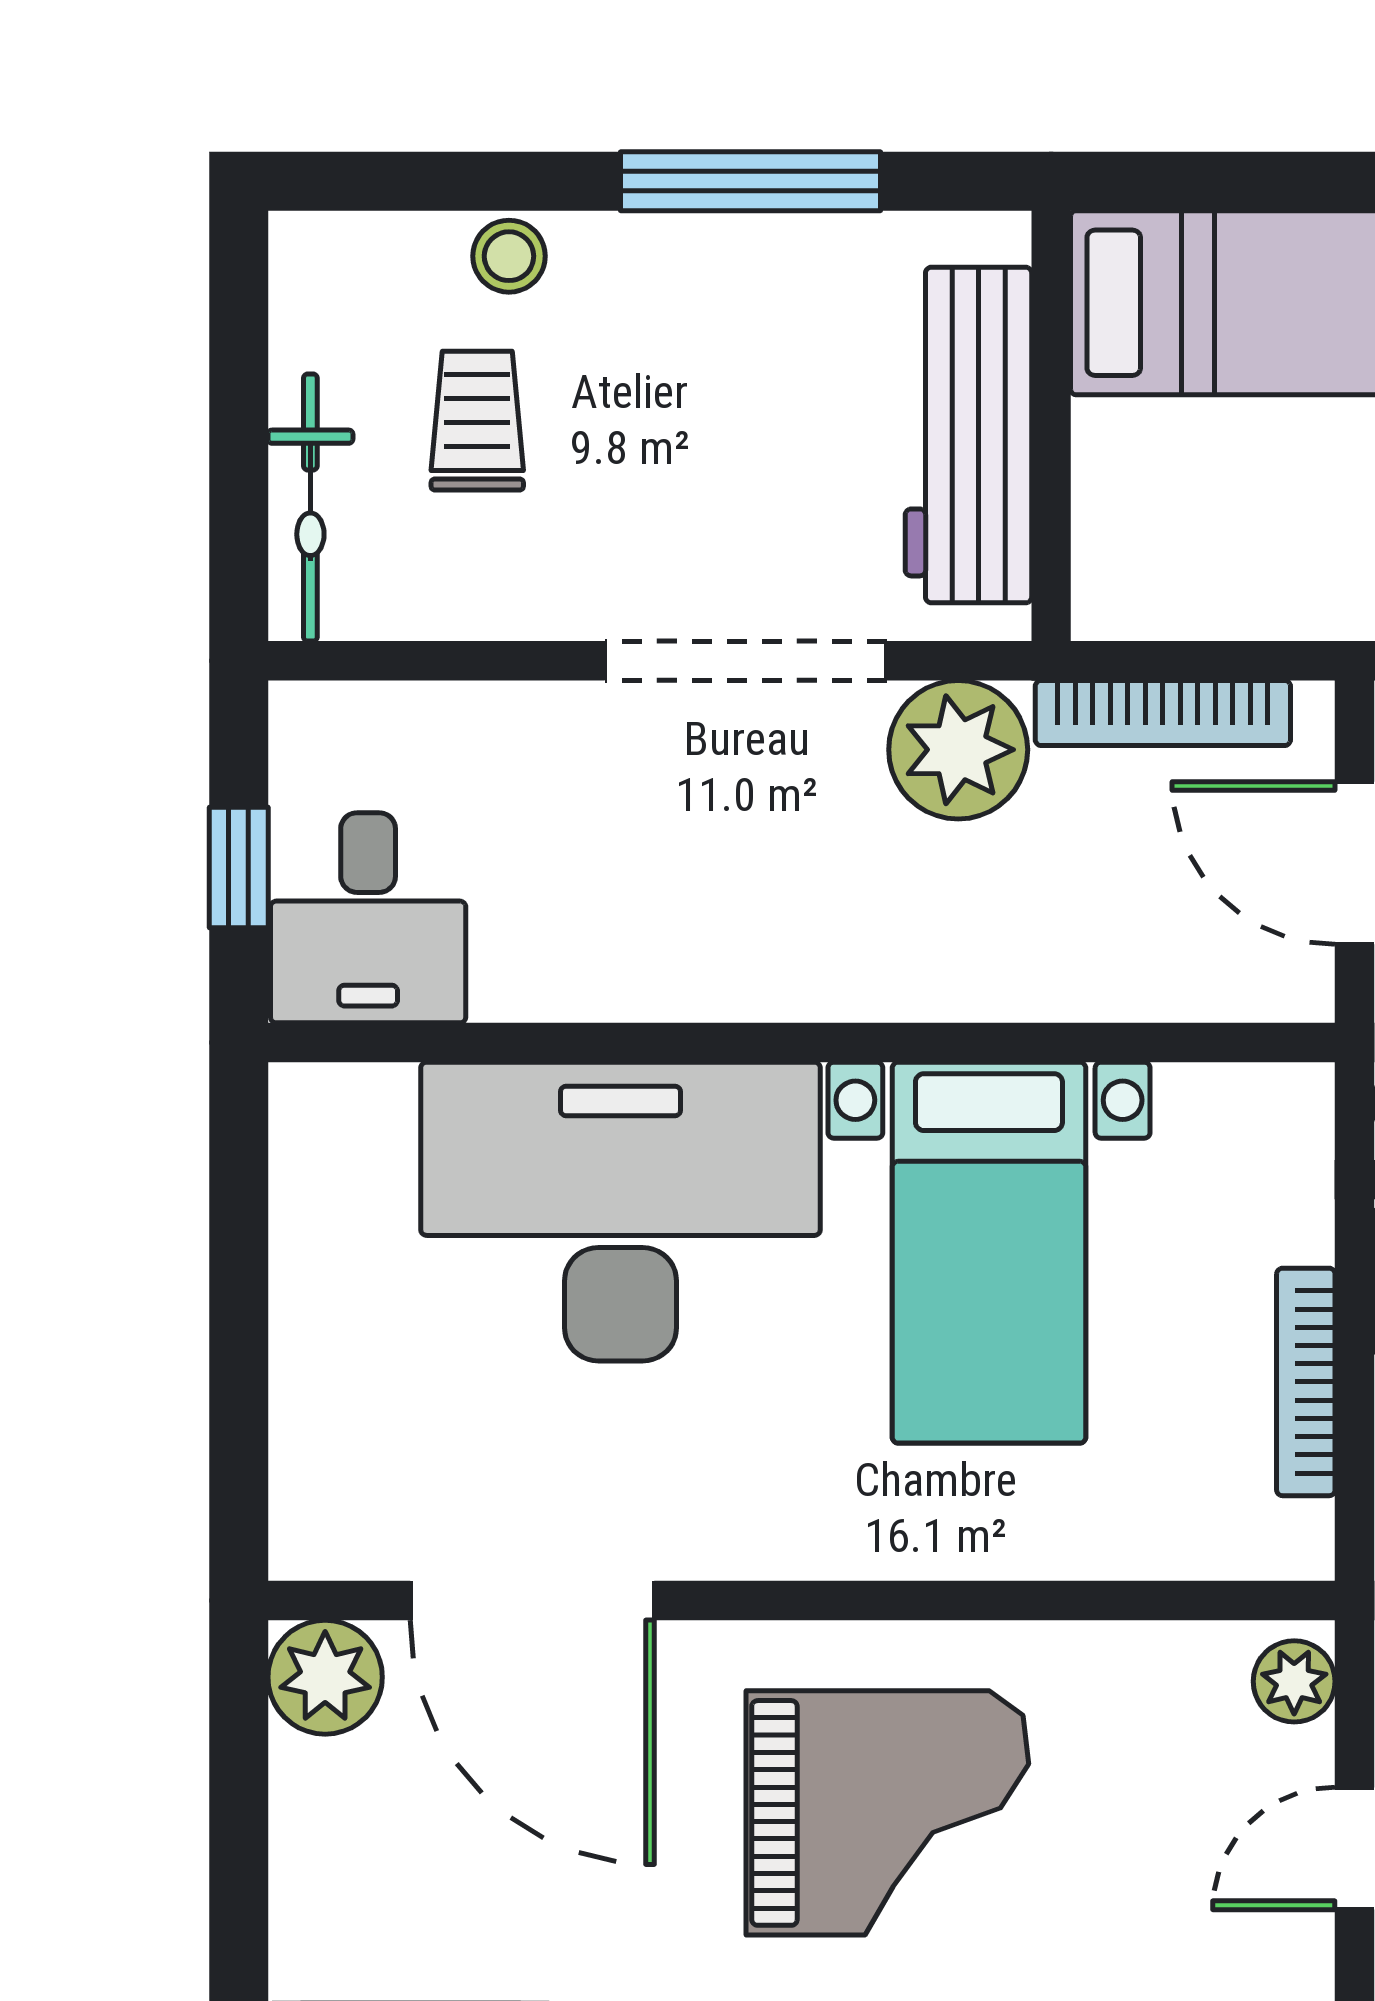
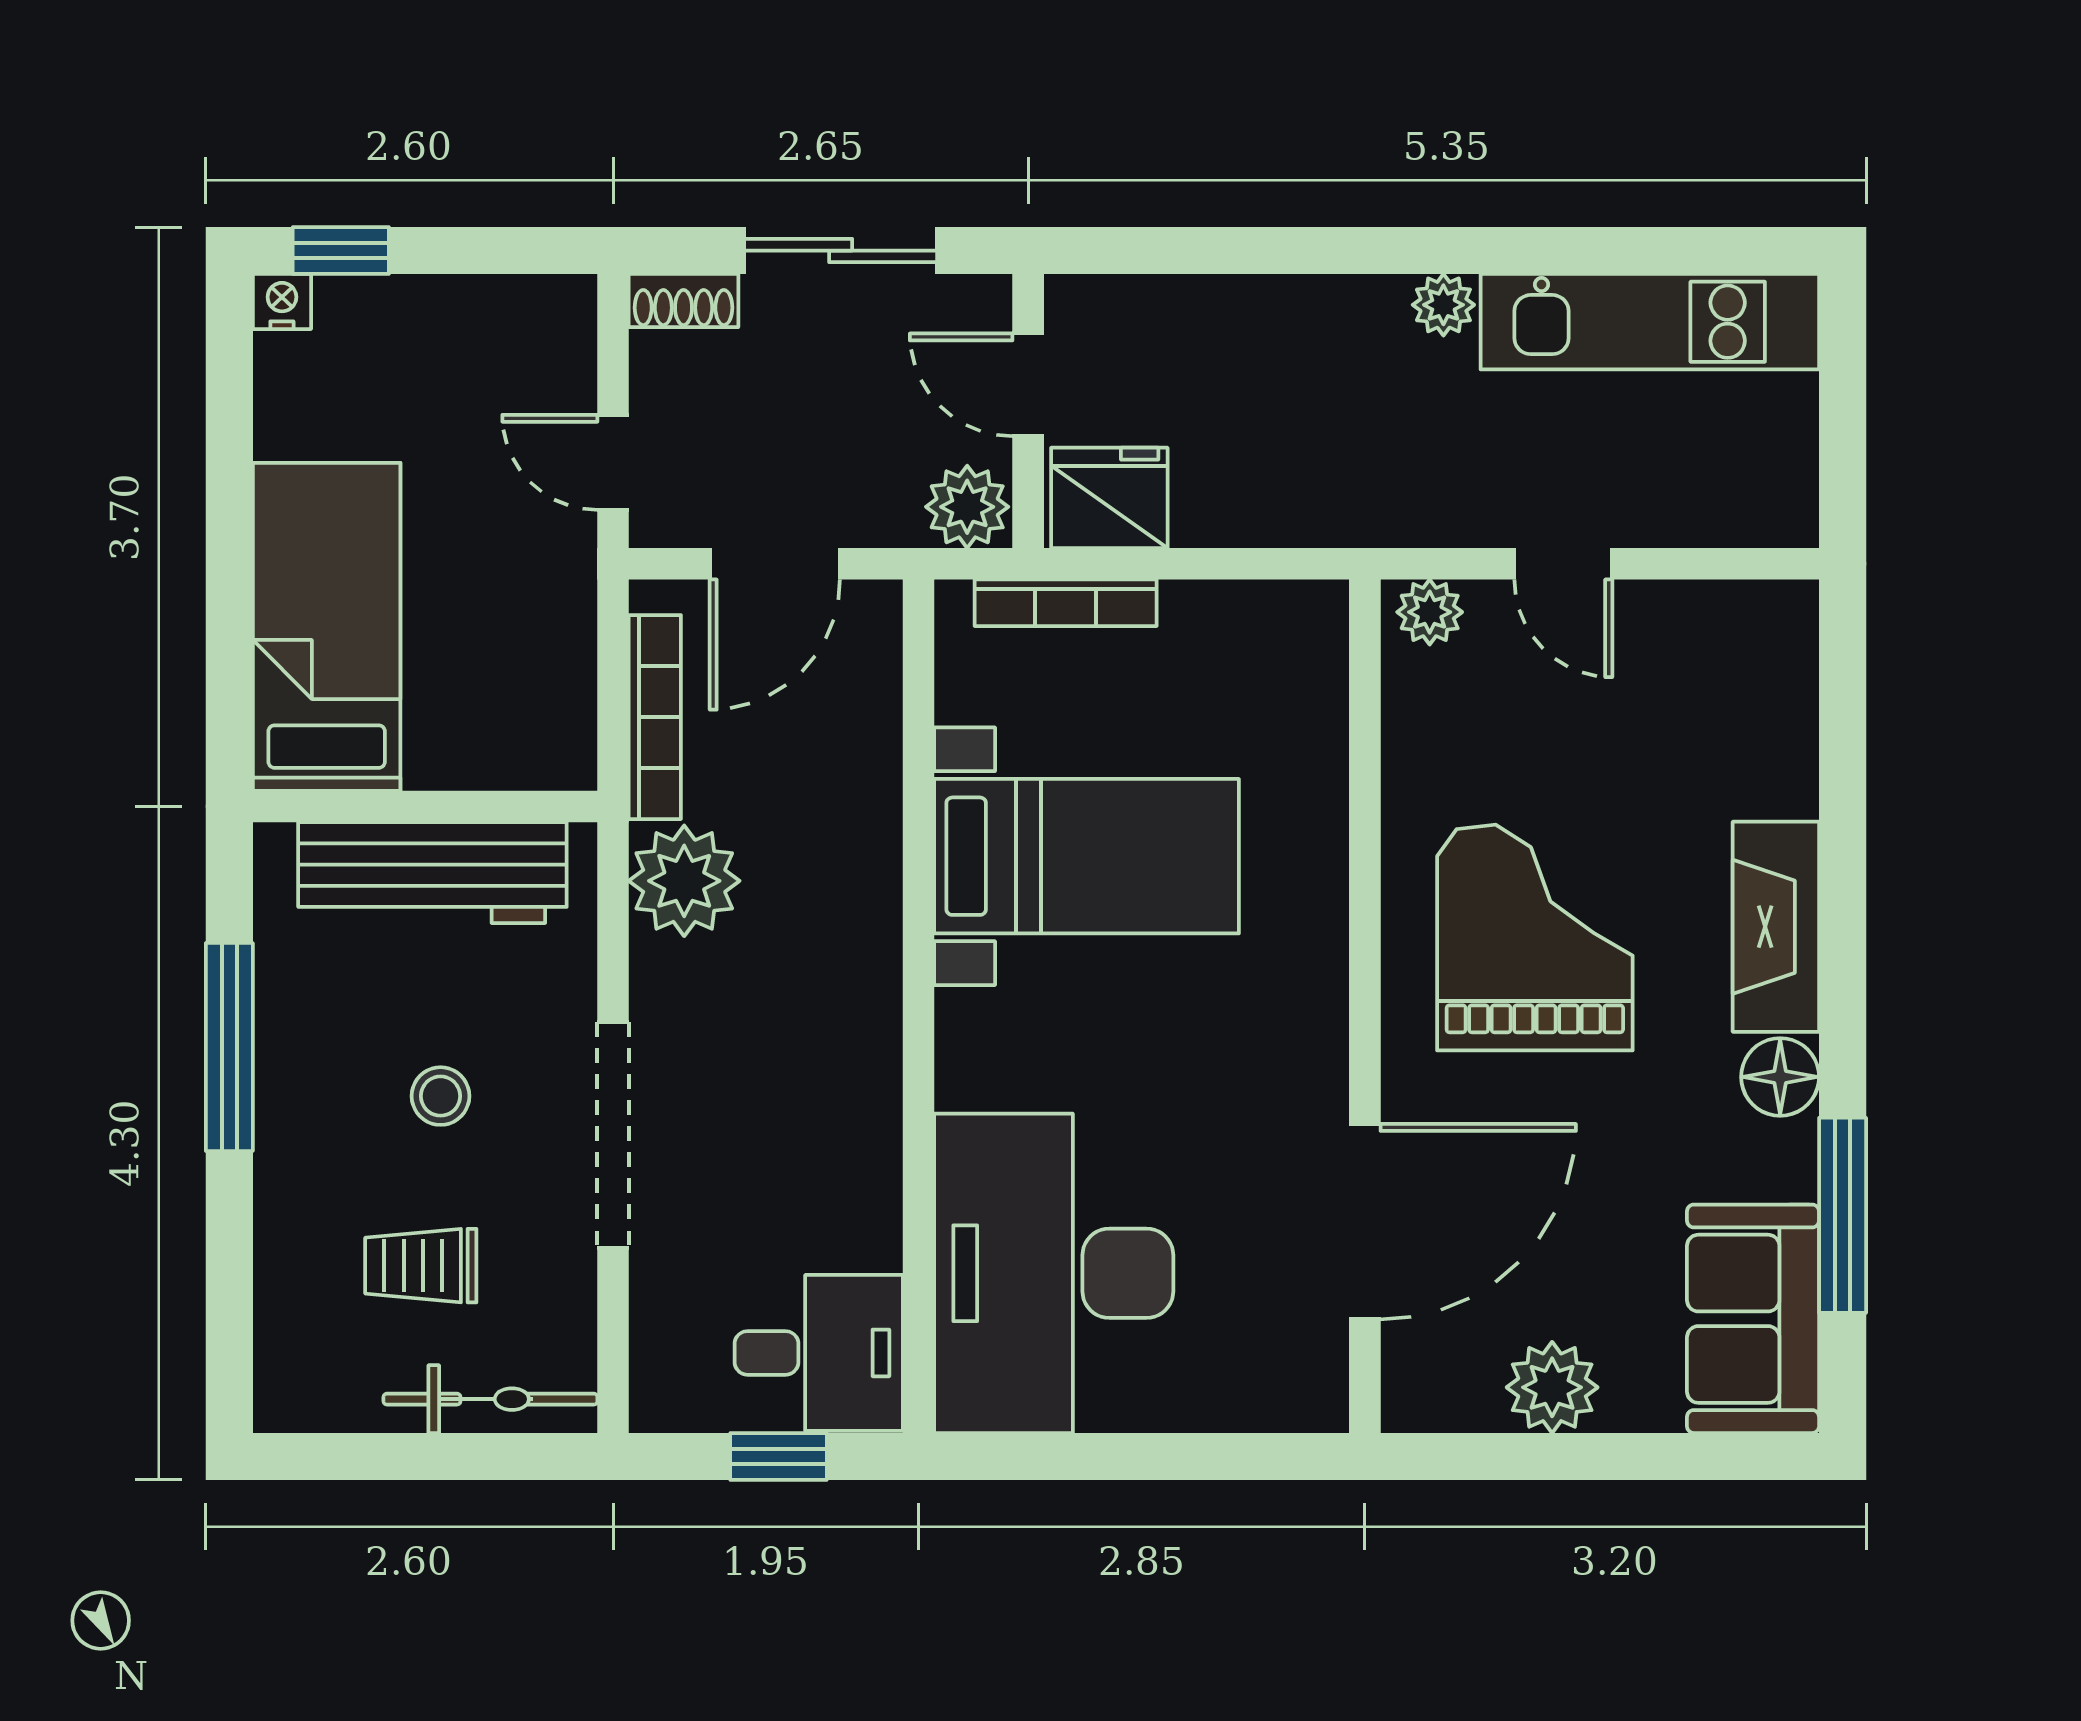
stool: (509, 256) -> (441, 1096), moved
doorway: (746, 661) -> (613, 1135), moved
desk: (621, 1212) -> (1054, 1273), moved
bookcase: (1306, 1382) -> (1066, 603), moved
plant: (325, 1677) -> (1552, 1387), moved

